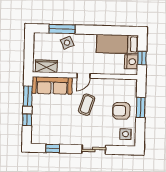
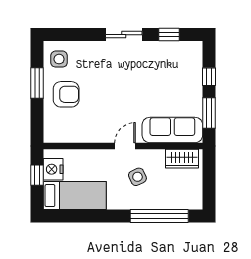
window: (62, 29) -> (159, 216), width x1.46
side table: (67, 43) -> (137, 177), moved
coffee table: (87, 105) -> (119, 102), removed
window: (141, 107) -> (37, 83), moved
sliding door: (94, 149) -> (124, 35), moved

